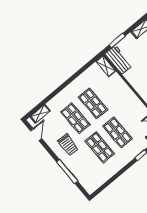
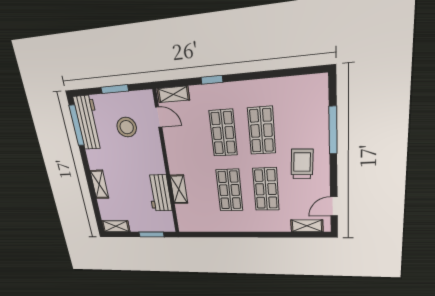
workbench: (119, 60) -> (159, 193), moved
shelving: (106, 66) -> (179, 189), moved

